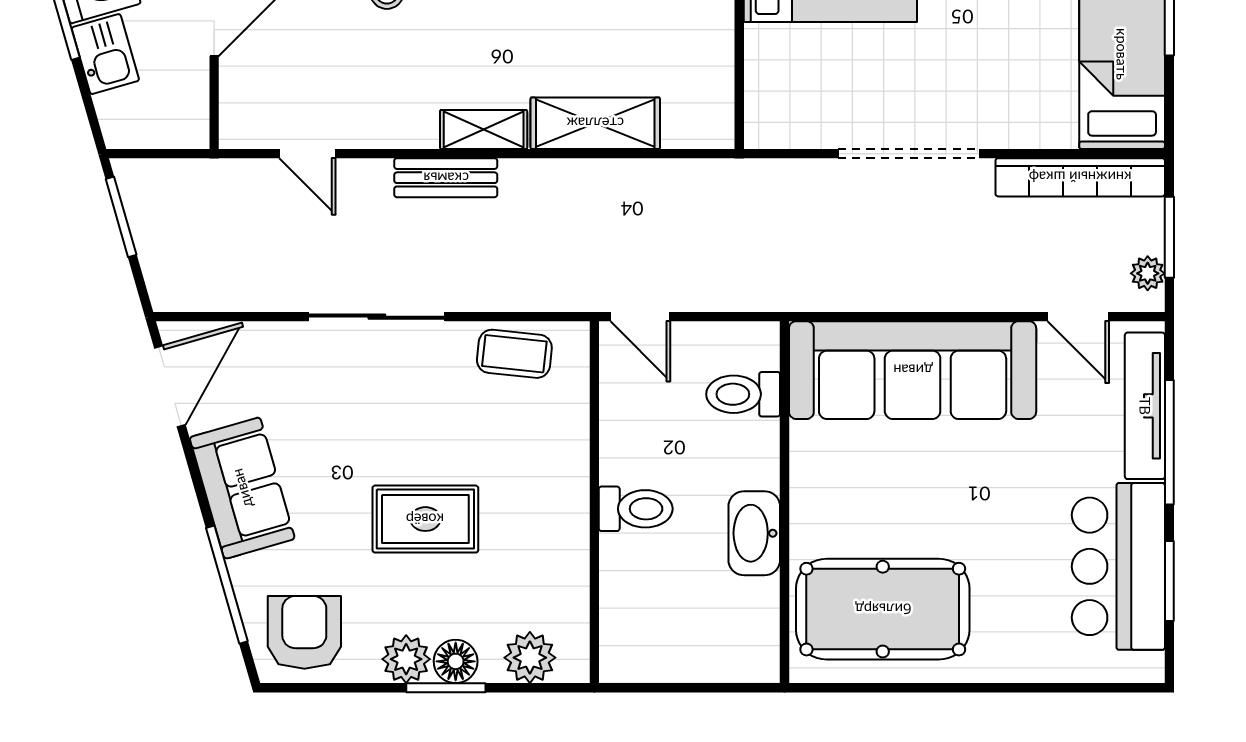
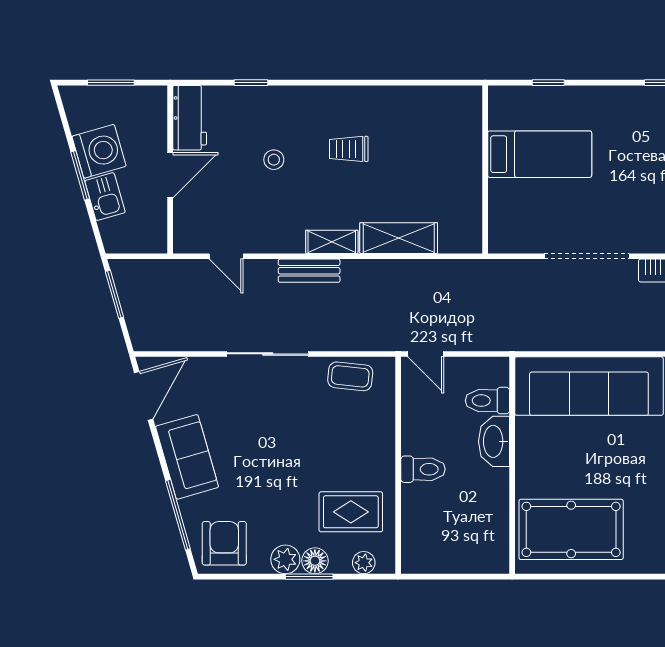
rug: (425, 519) -> (351, 512), moved
washbasin: (754, 533) -> (494, 441), moved
plant: (530, 658) -> (364, 563), width x0.73, depth x0.73

